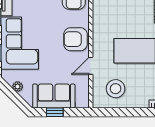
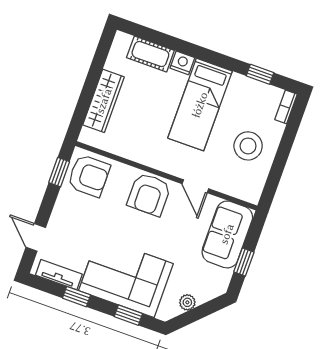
stool: (116, 89) -> (248, 146), moved
sofa: (54, 96) -> (227, 234), moved

